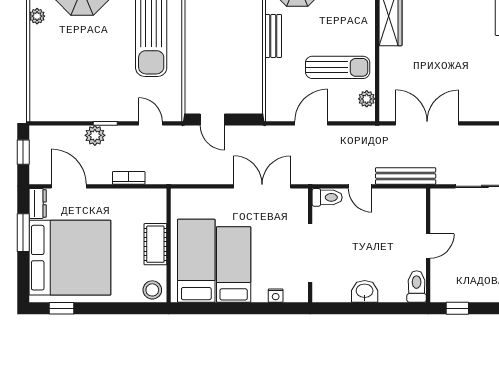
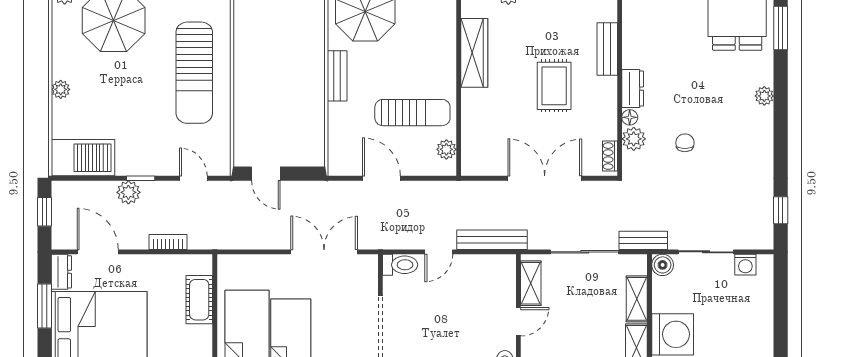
plant: (37, 16) -> (61, 89), moved
rug: (459, 44) -> (554, 86), added
barbecue: (56, 106) -> (83, 158), added
door: (311, 123) -> (381, 178), hinge flipped
double door: (427, 123) -> (545, 178), moved
door: (360, 186) -> (439, 252), hinge flipped
shelving: (439, 213) -> (531, 283), added
cot: (155, 244) -> (199, 300), moved

